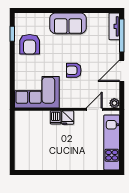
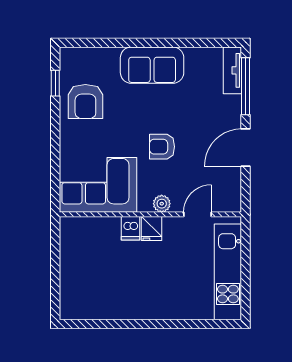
plant: (114, 103) -> (162, 204), moved

